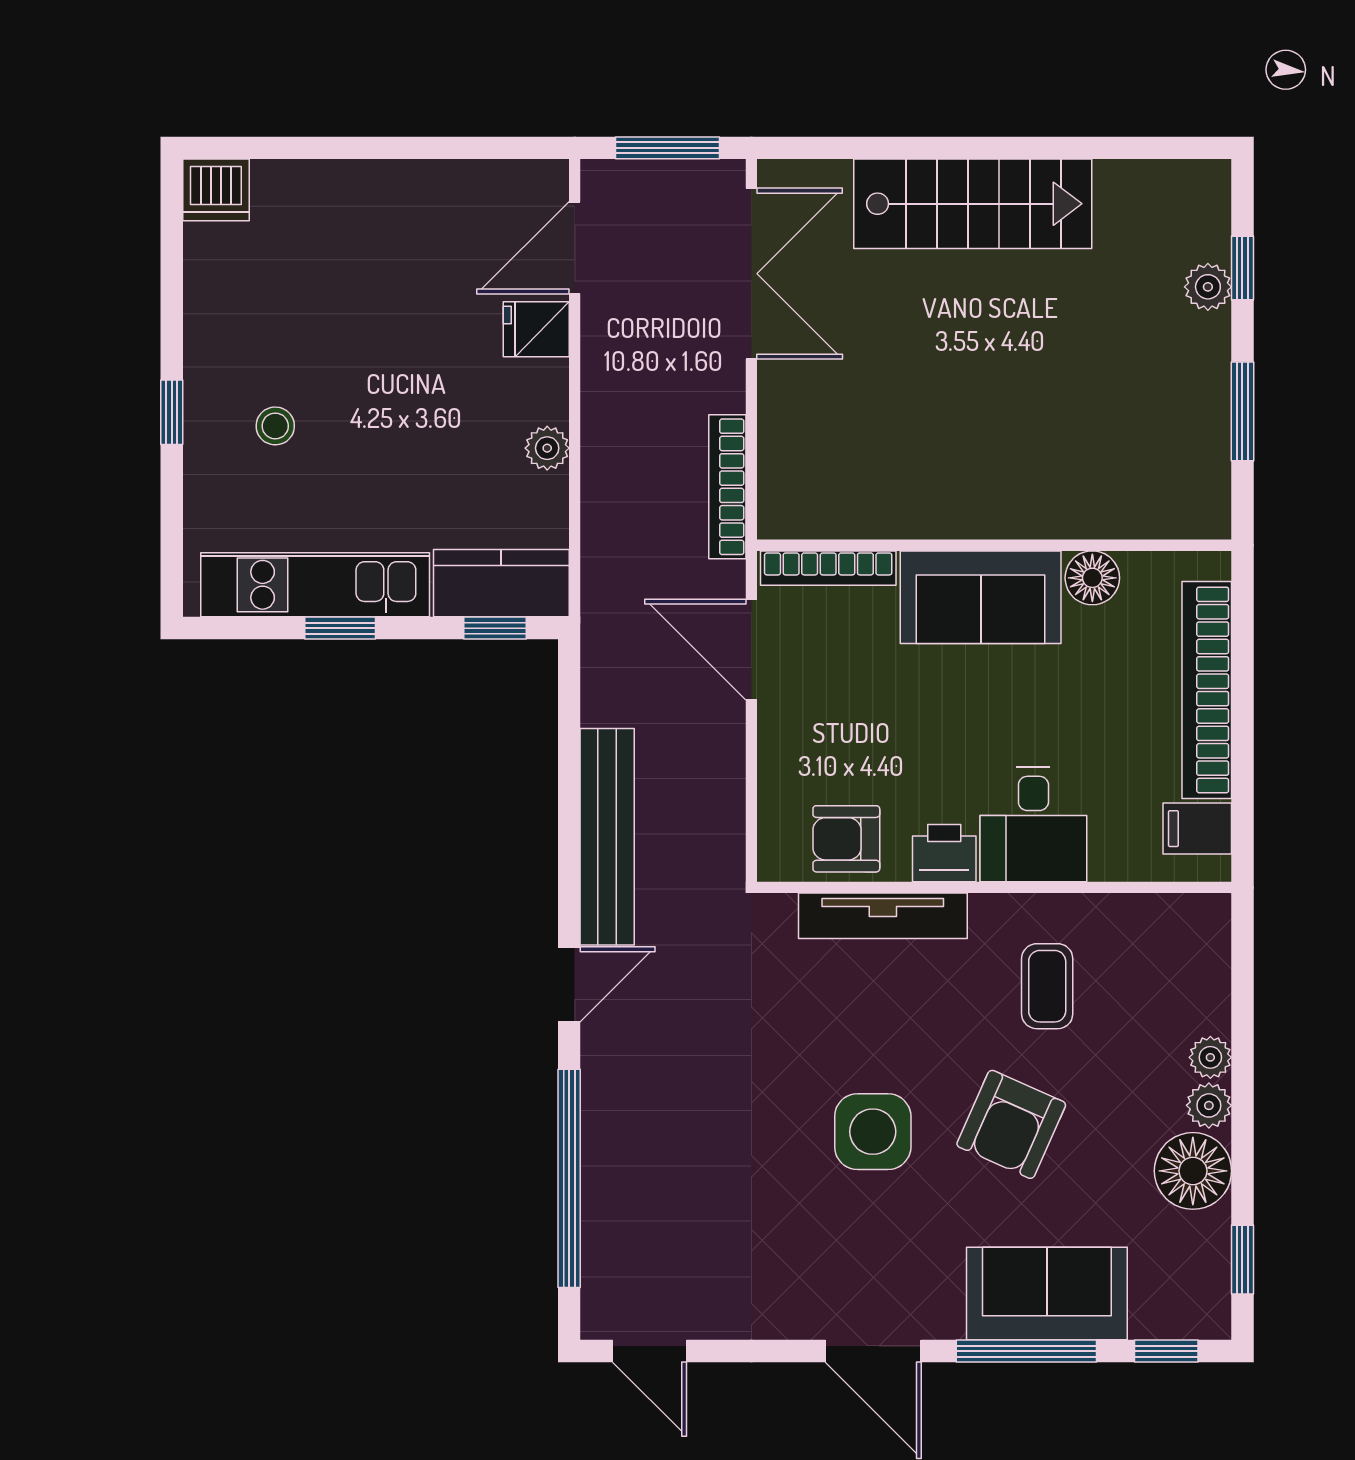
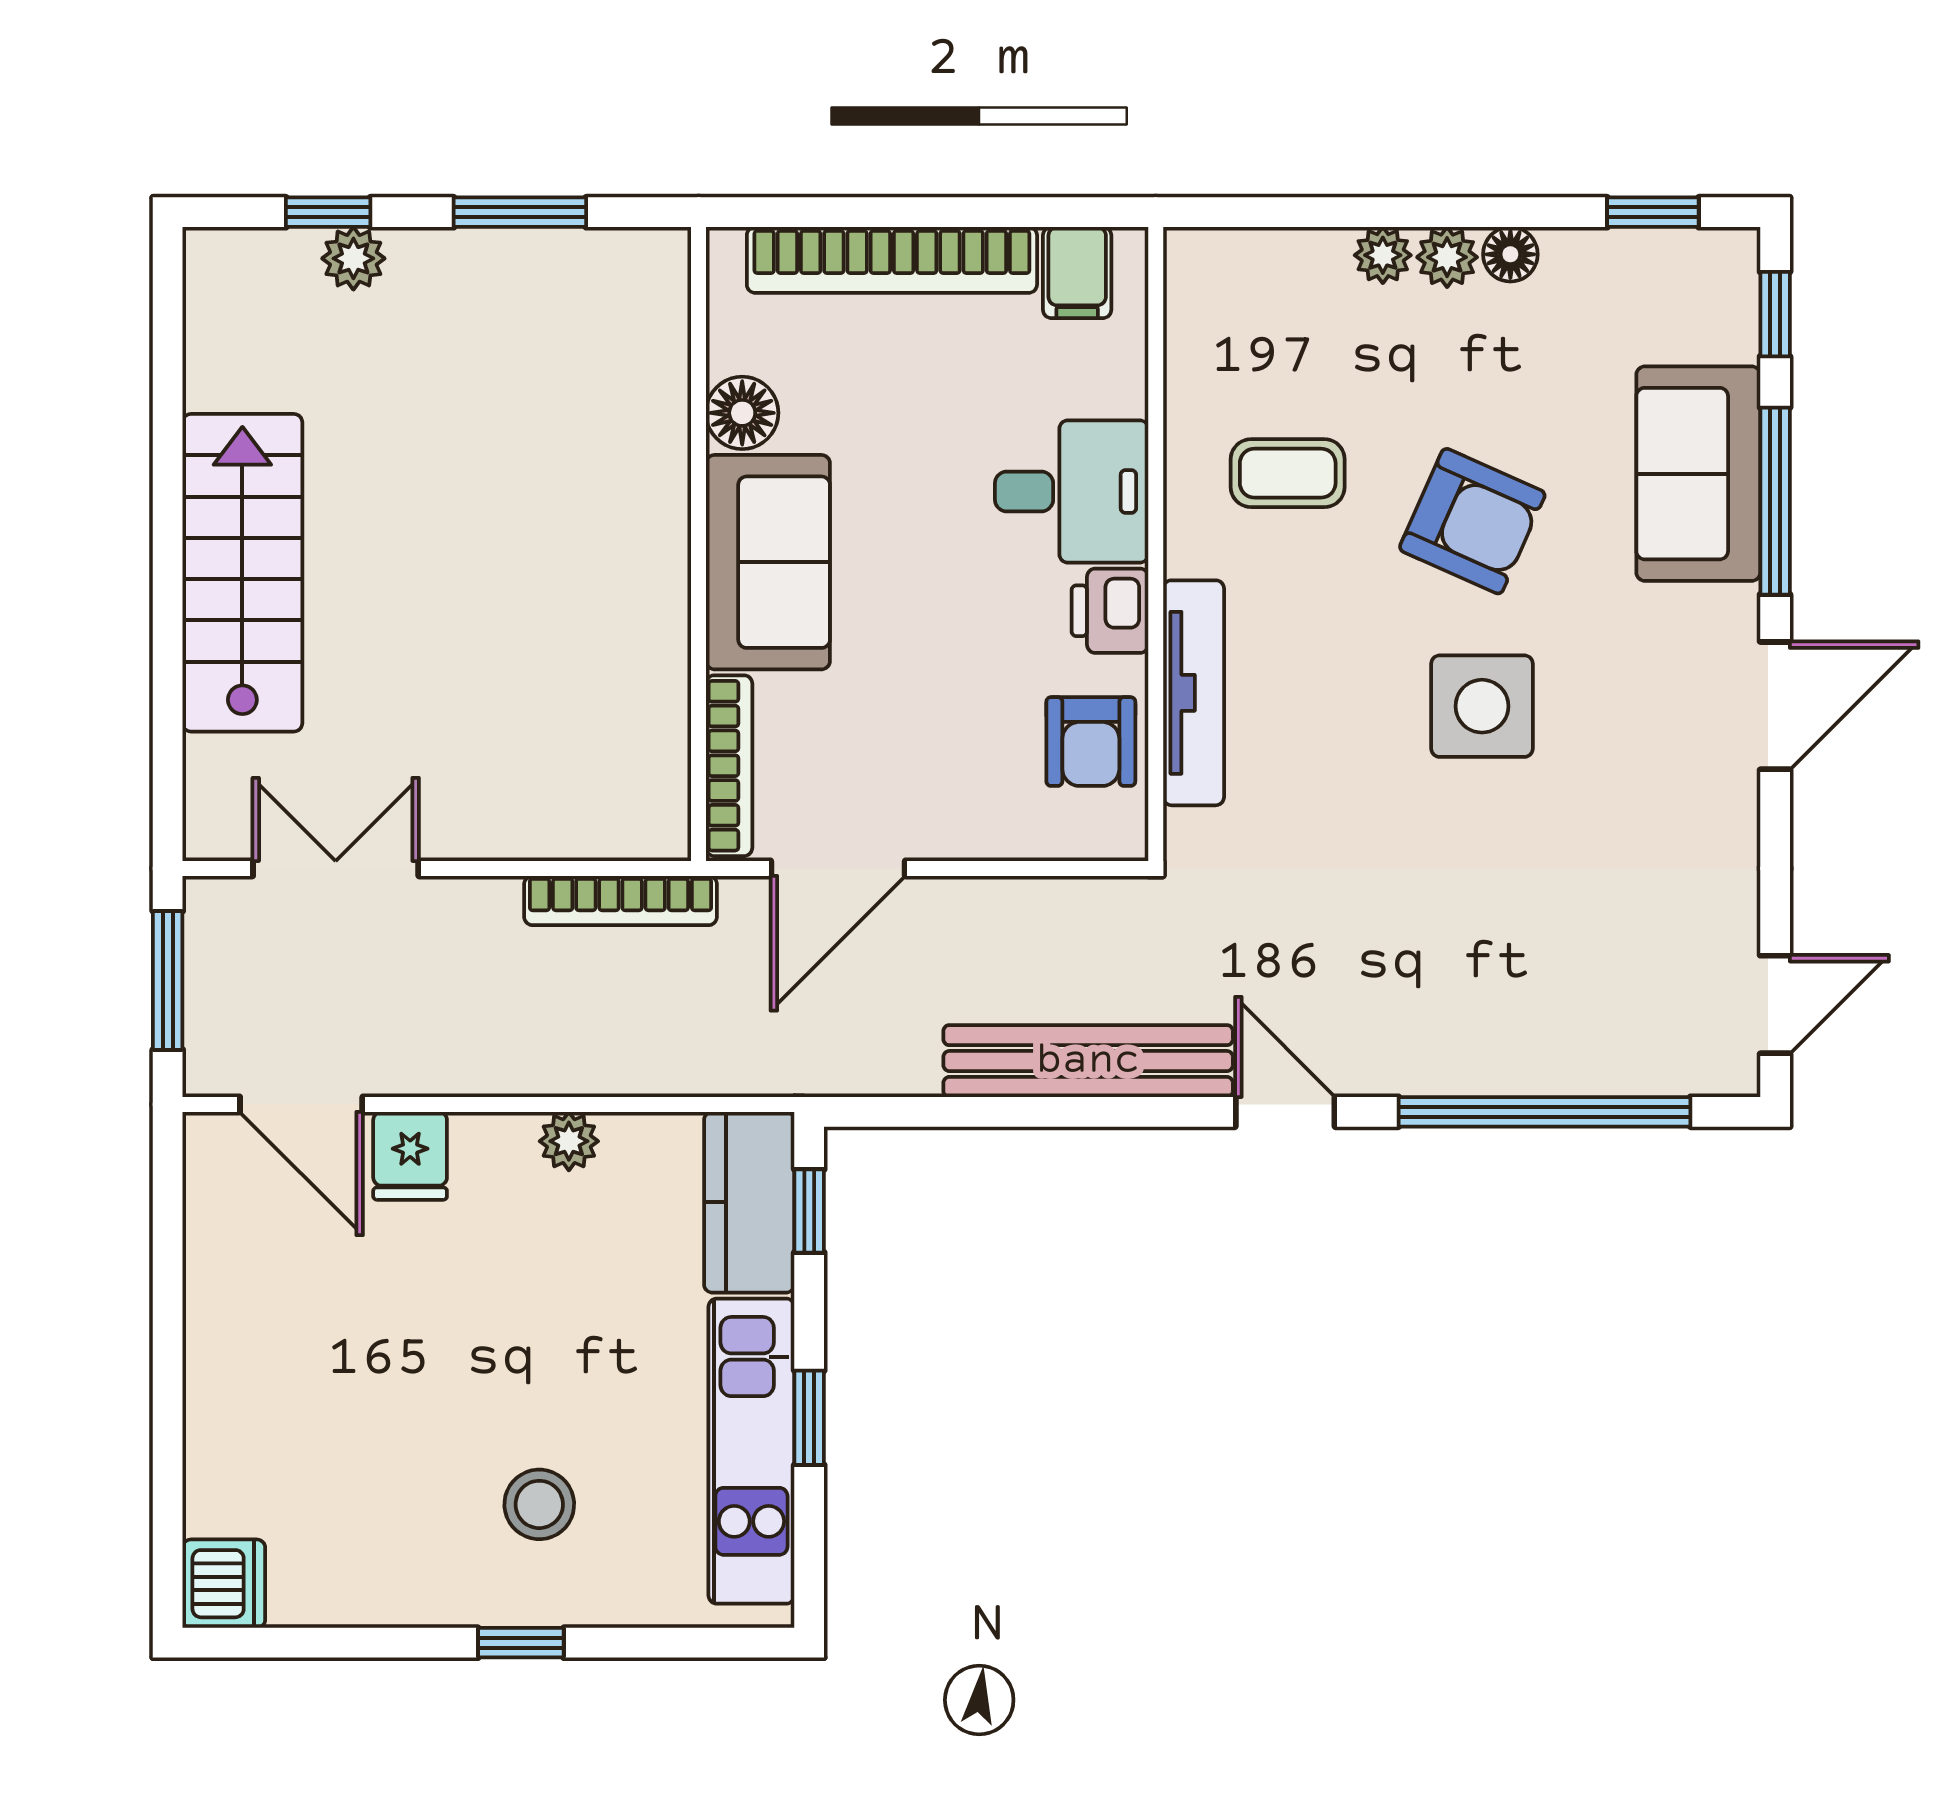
double door: (751, 274) -> (336, 868), width x0.73
stool: (275, 426) -> (539, 1504), width x1.37, depth x1.37
floor lamp: (1193, 1171) -> (1510, 254), width x0.53, depth x0.53

